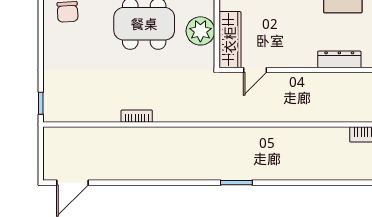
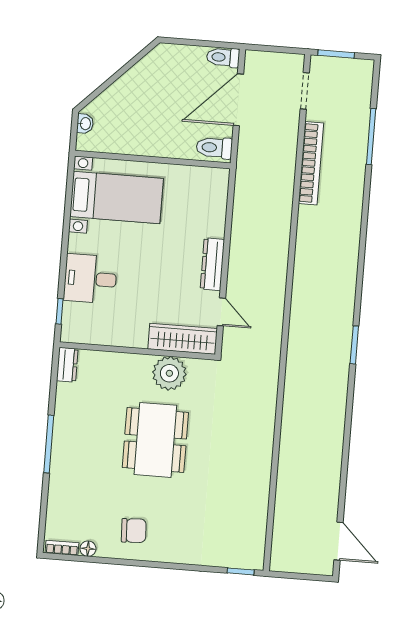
dresser: (339, 59) -> (212, 264), moved
bookcase: (137, 116) -> (265, 458), removed

